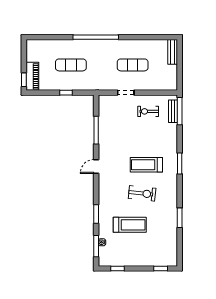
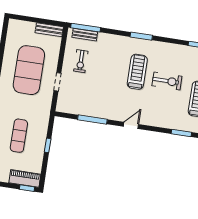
bench: (173, 52) -> (49, 30), moved
exercise mat: (133, 65) -> (29, 70), width x2.00, depth x1.45
treadmill: (146, 165) -> (137, 72), turned 180
door: (96, 167) -> (131, 125), swing flipped
exercise bike: (142, 193) -> (167, 81), turned 84

